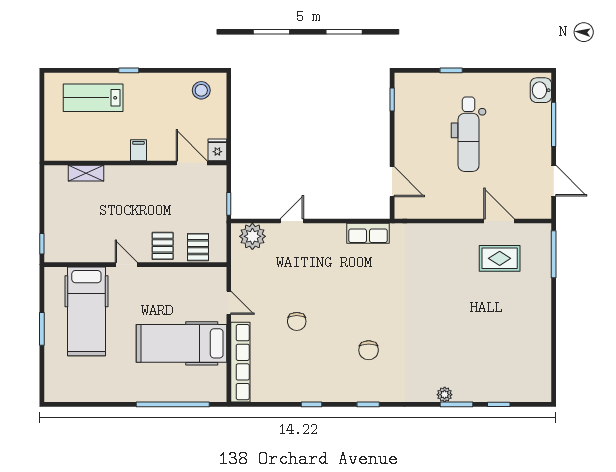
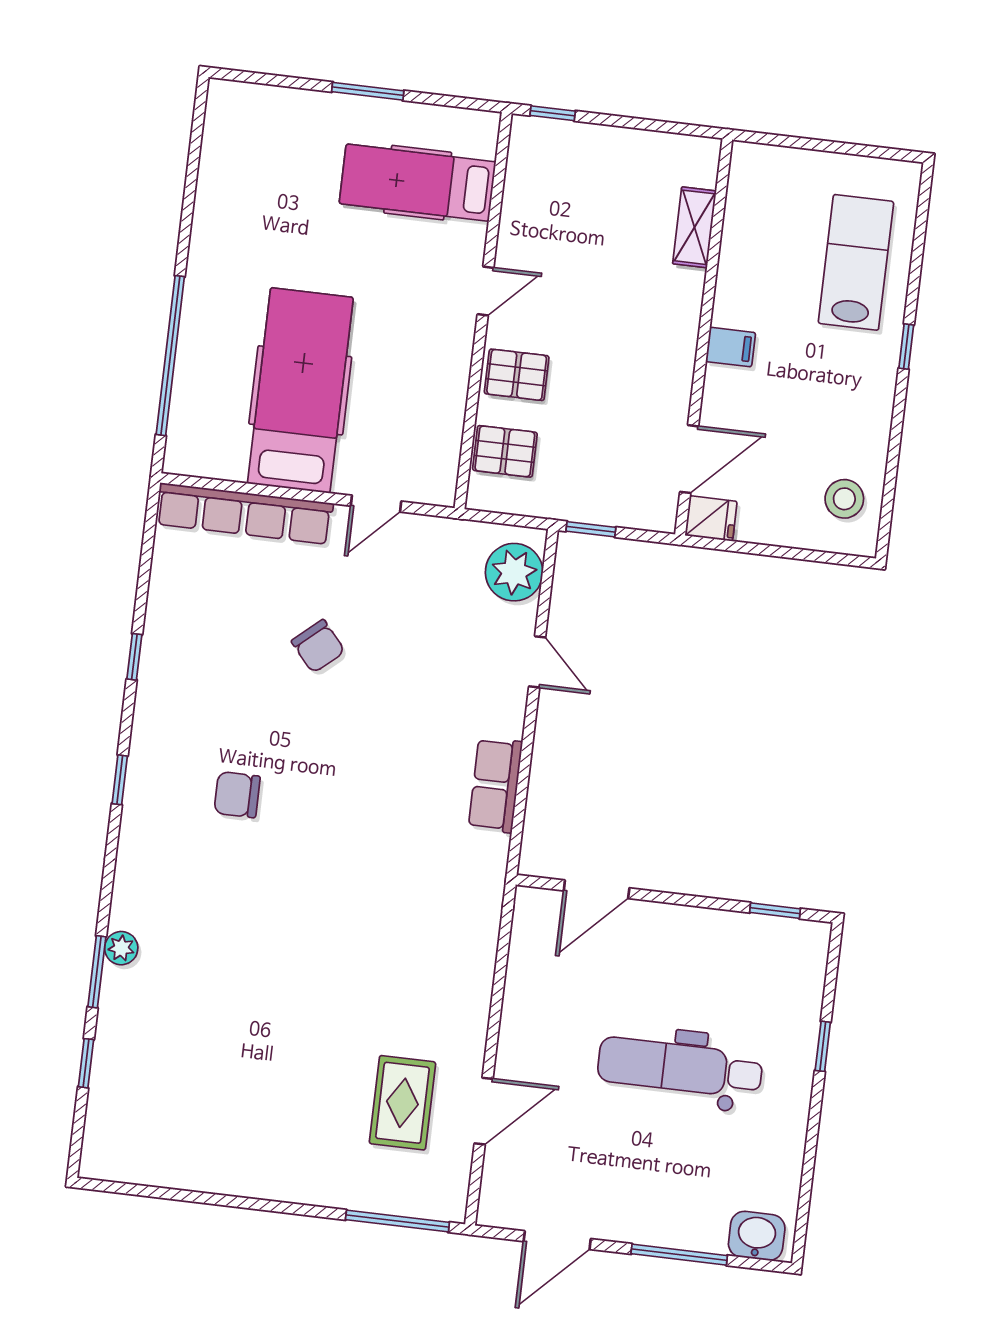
row of seats: (368, 233) -> (495, 785), moved
hospital bed: (86, 311) -> (418, 183), width x0.73, depth x0.78
chair: (297, 321) -> (318, 646), turned -131

